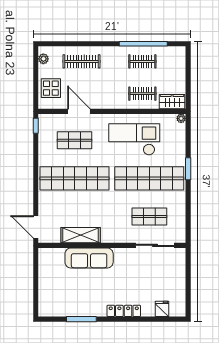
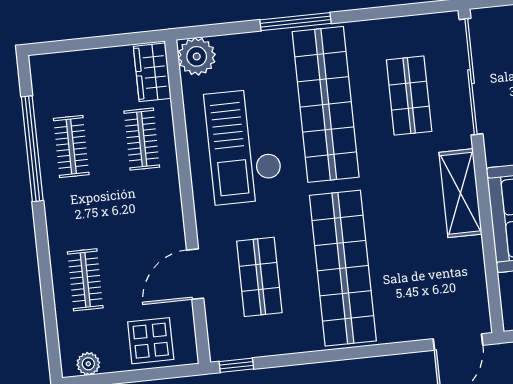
clothes rail: (81, 61) -> (85, 280), width x0.73
plant: (181, 118) -> (197, 56), width x1.87, depth x1.87
window: (188, 169) -> (296, 22), width x1.44
shelving: (81, 235) -> (461, 193), moved
sliding door: (155, 245) -> (471, 77), width x1.36

